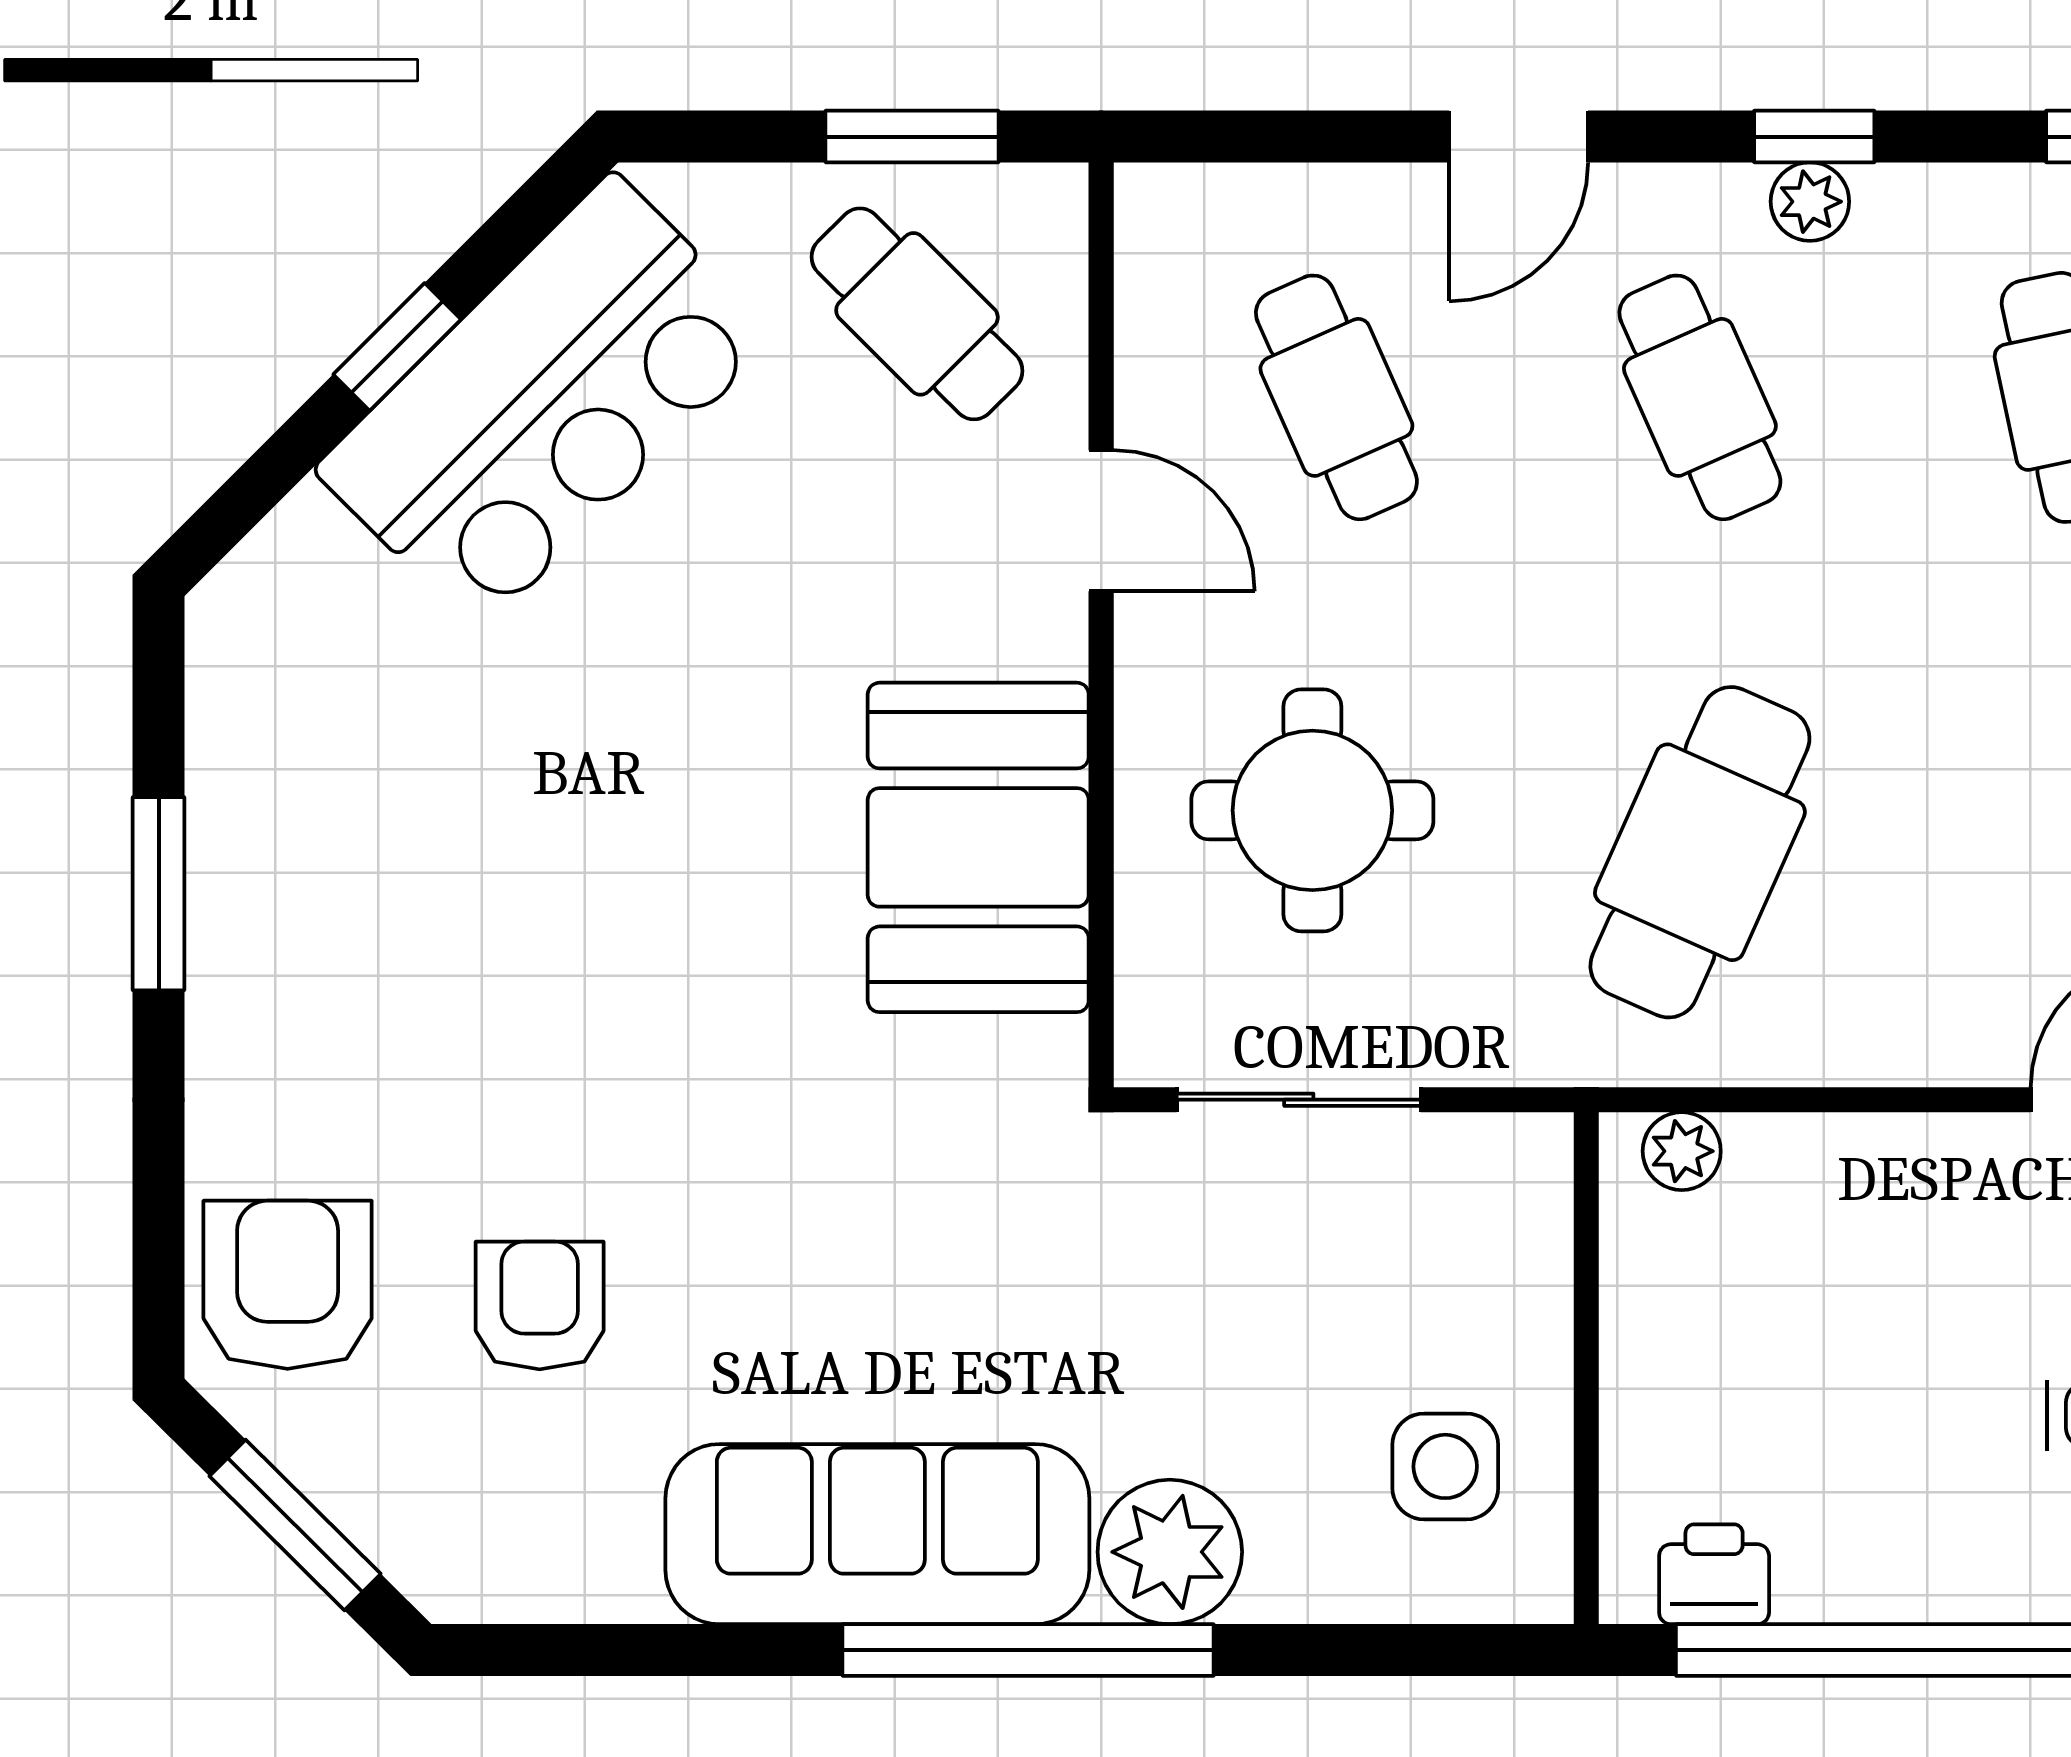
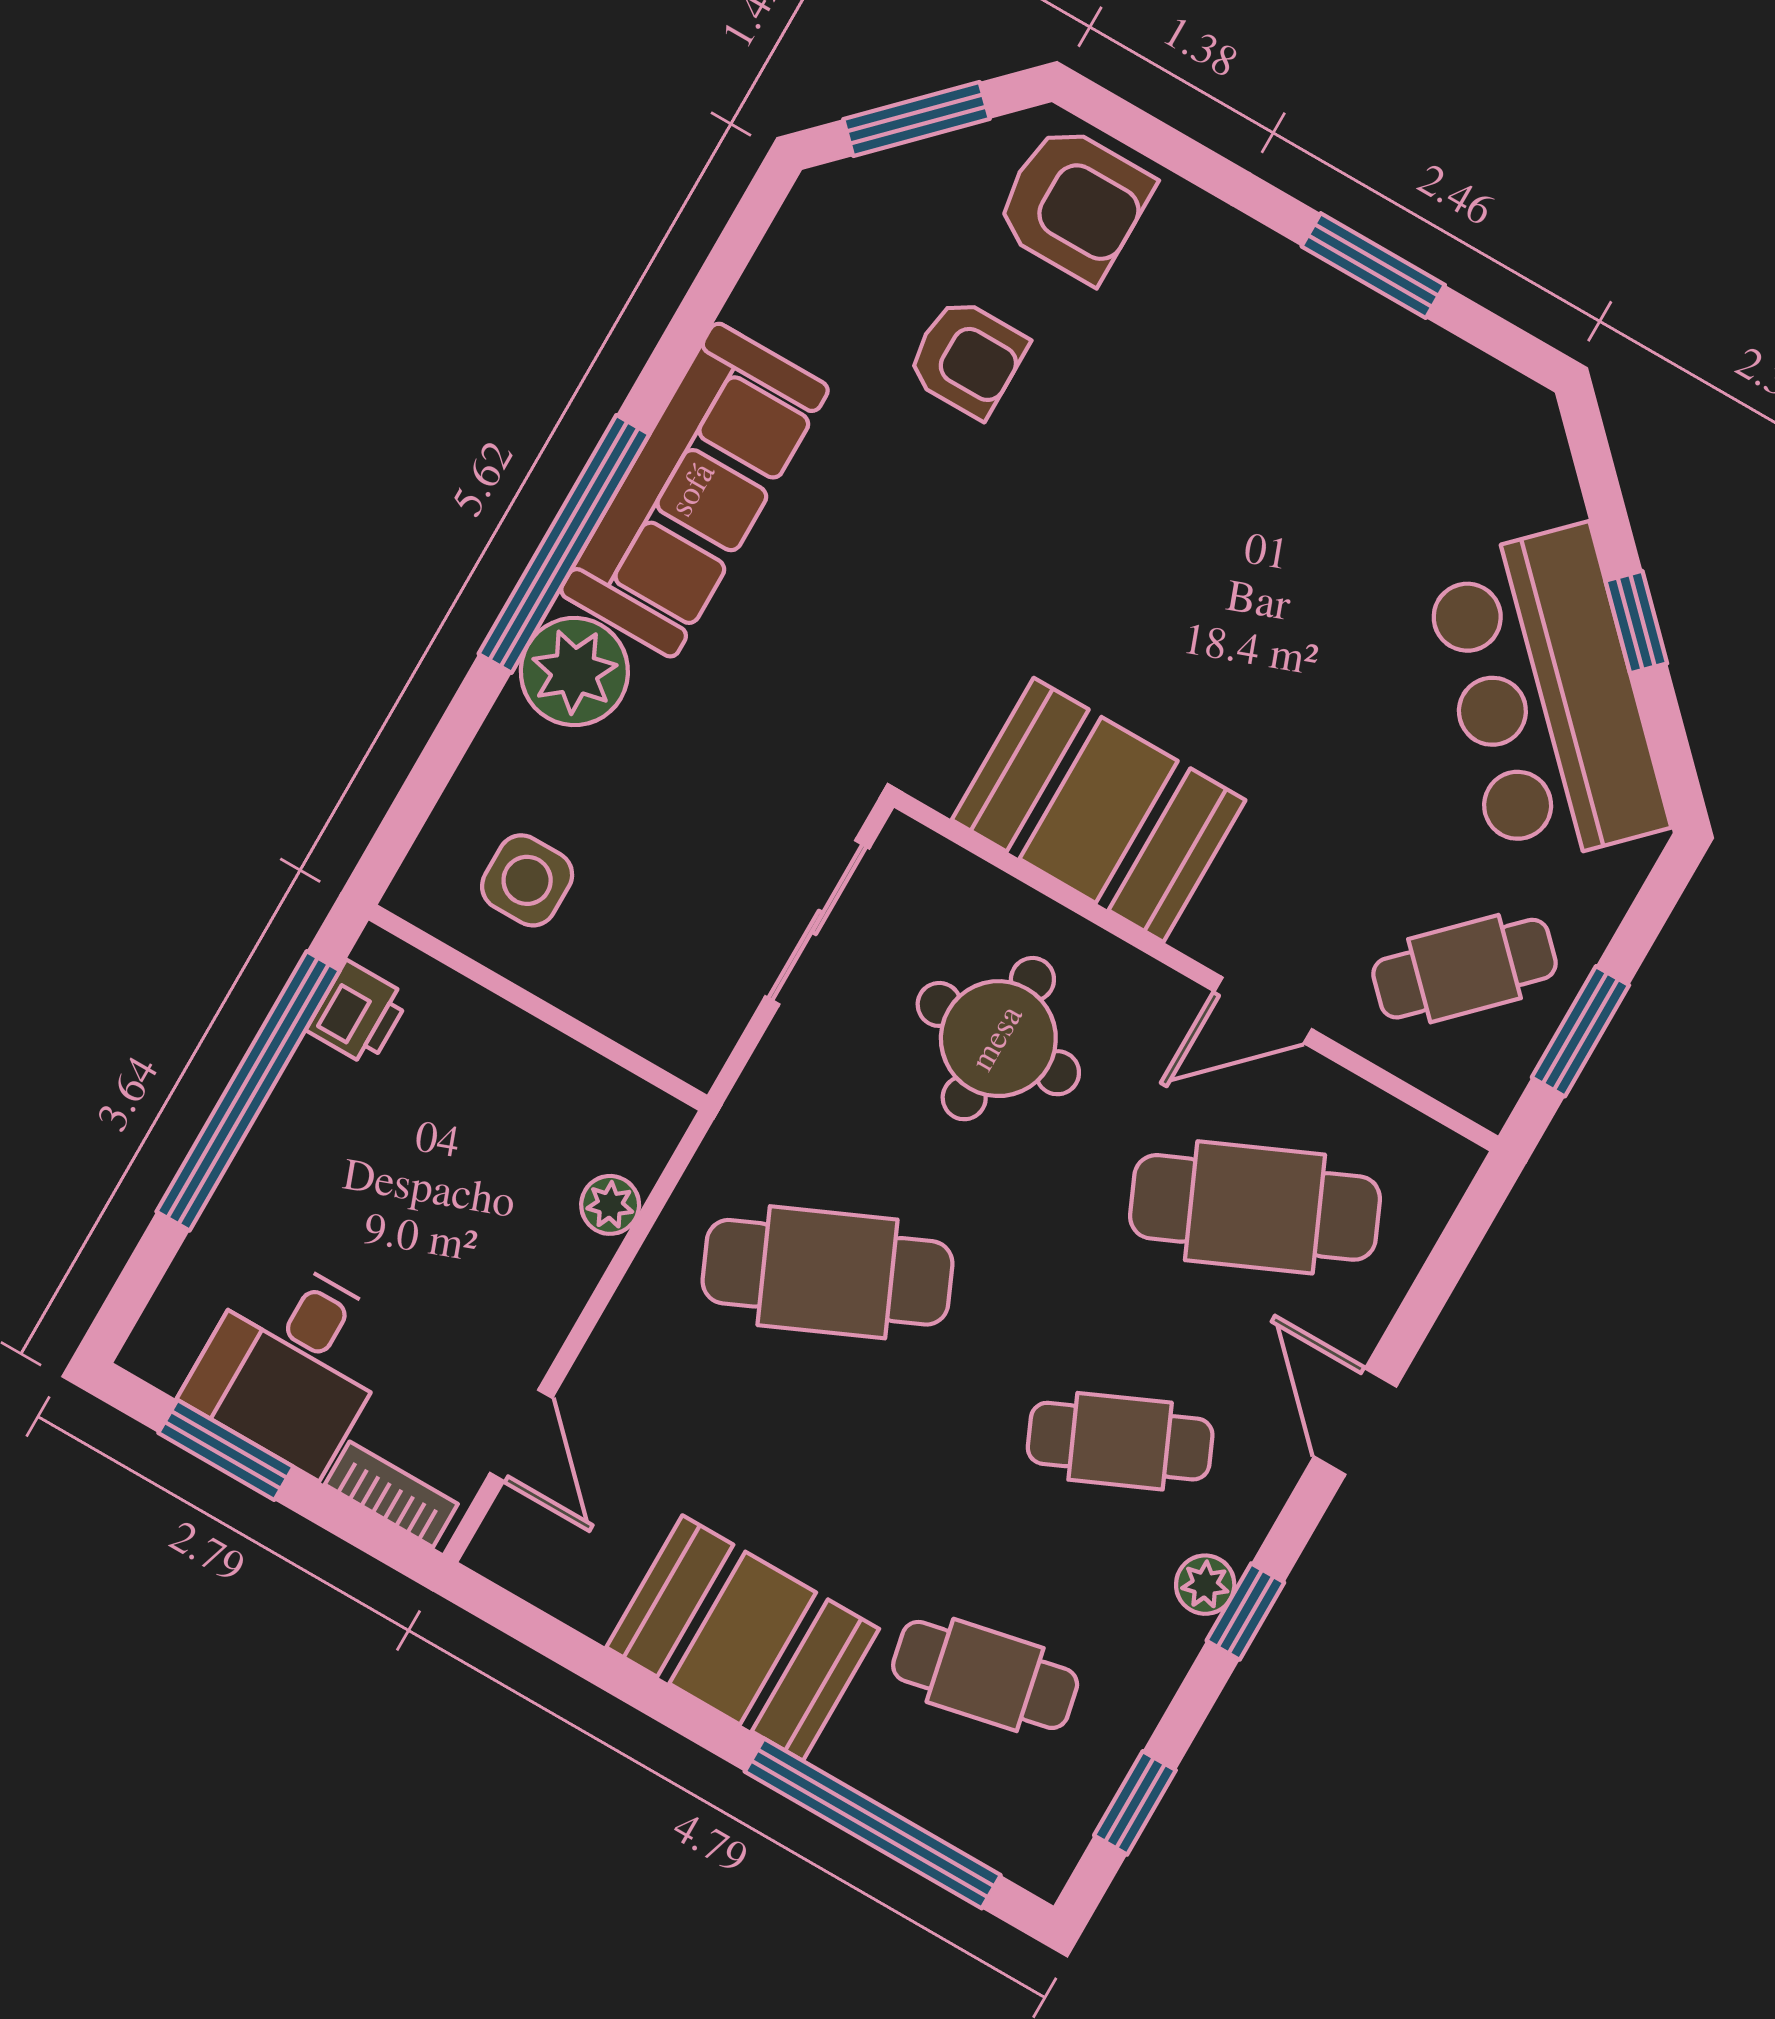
cafe table: (1336, 397) -> (1255, 1207), width x1.37, depth x1.35
cafe table: (1700, 852) -> (828, 1272), turned -48
plant: (1682, 1151) -> (610, 1205), moved

